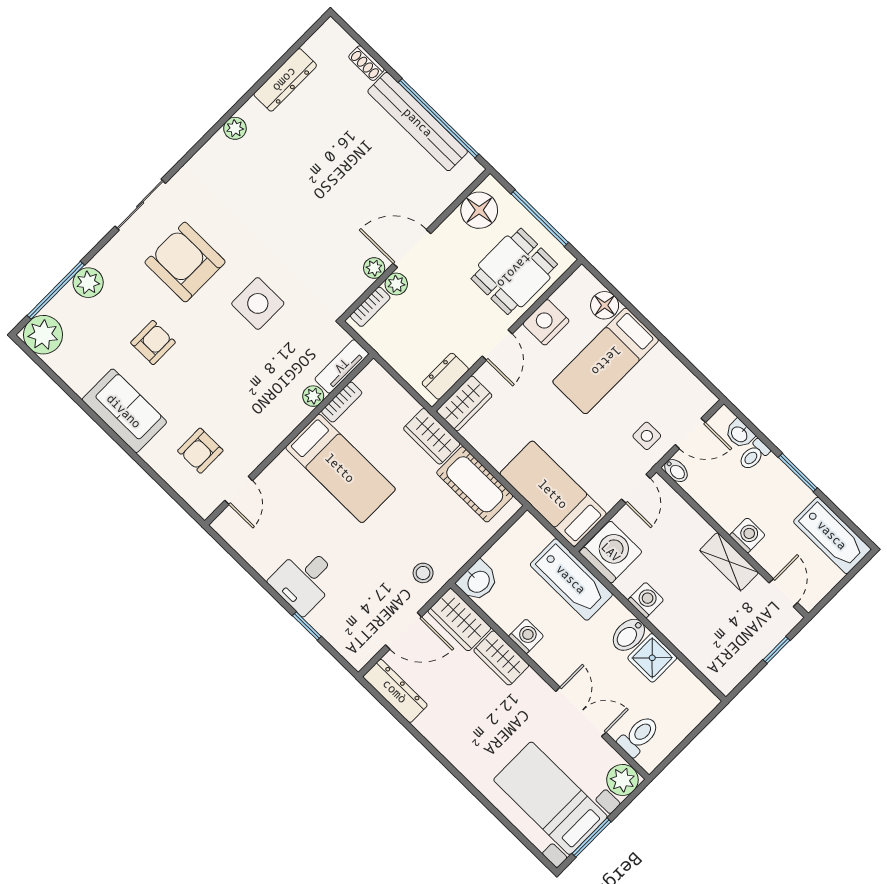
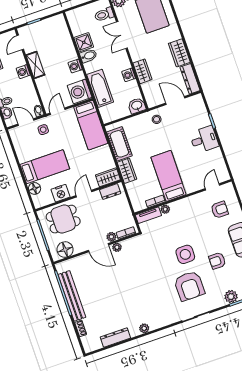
side table: (258, 303) -> (185, 254), moved
wardrobe: (459, 620) -> (179, 53), moved, turned 180

